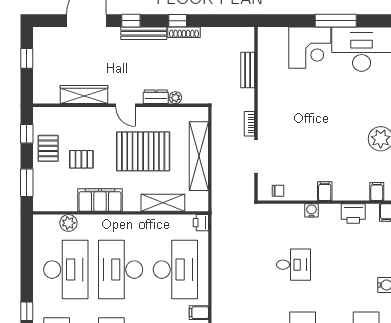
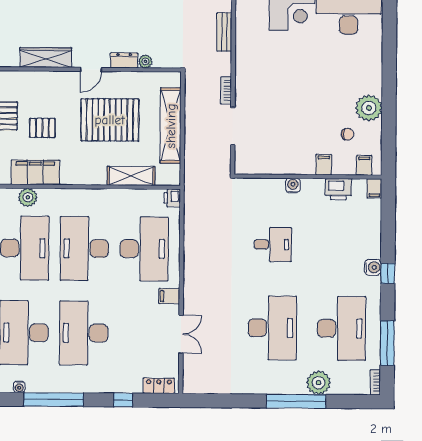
door: (125, 105) -> (91, 69), hinge flipped
chair: (278, 191) -> (347, 134), moved
filing cabinet: (325, 191) -> (324, 165), moved
filing cabinet: (100, 200) -> (35, 172), moved

